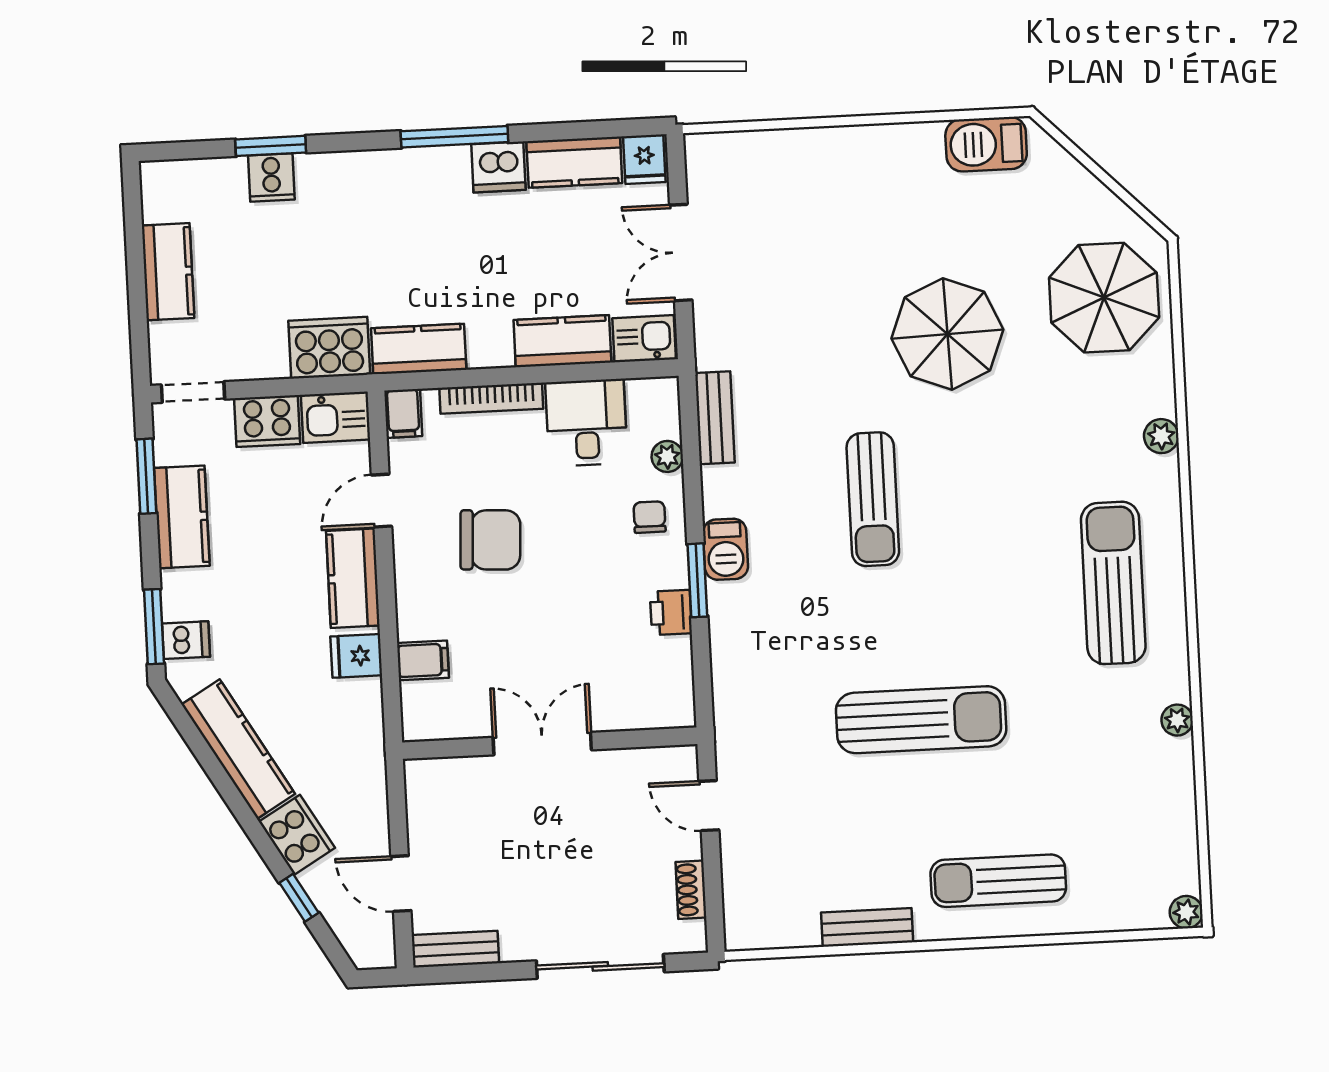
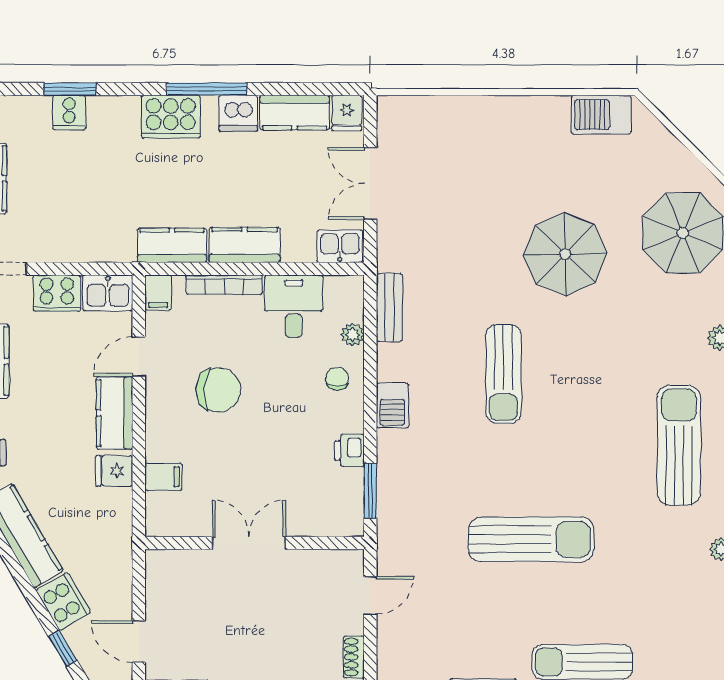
kitchen counter: (562, 341) -> (245, 245), moved
cooker: (329, 348) -> (171, 117), moved, turned 180
window: (697, 580) -> (370, 491), moved
door: (709, 806) -> (370, 595), swing flipped

